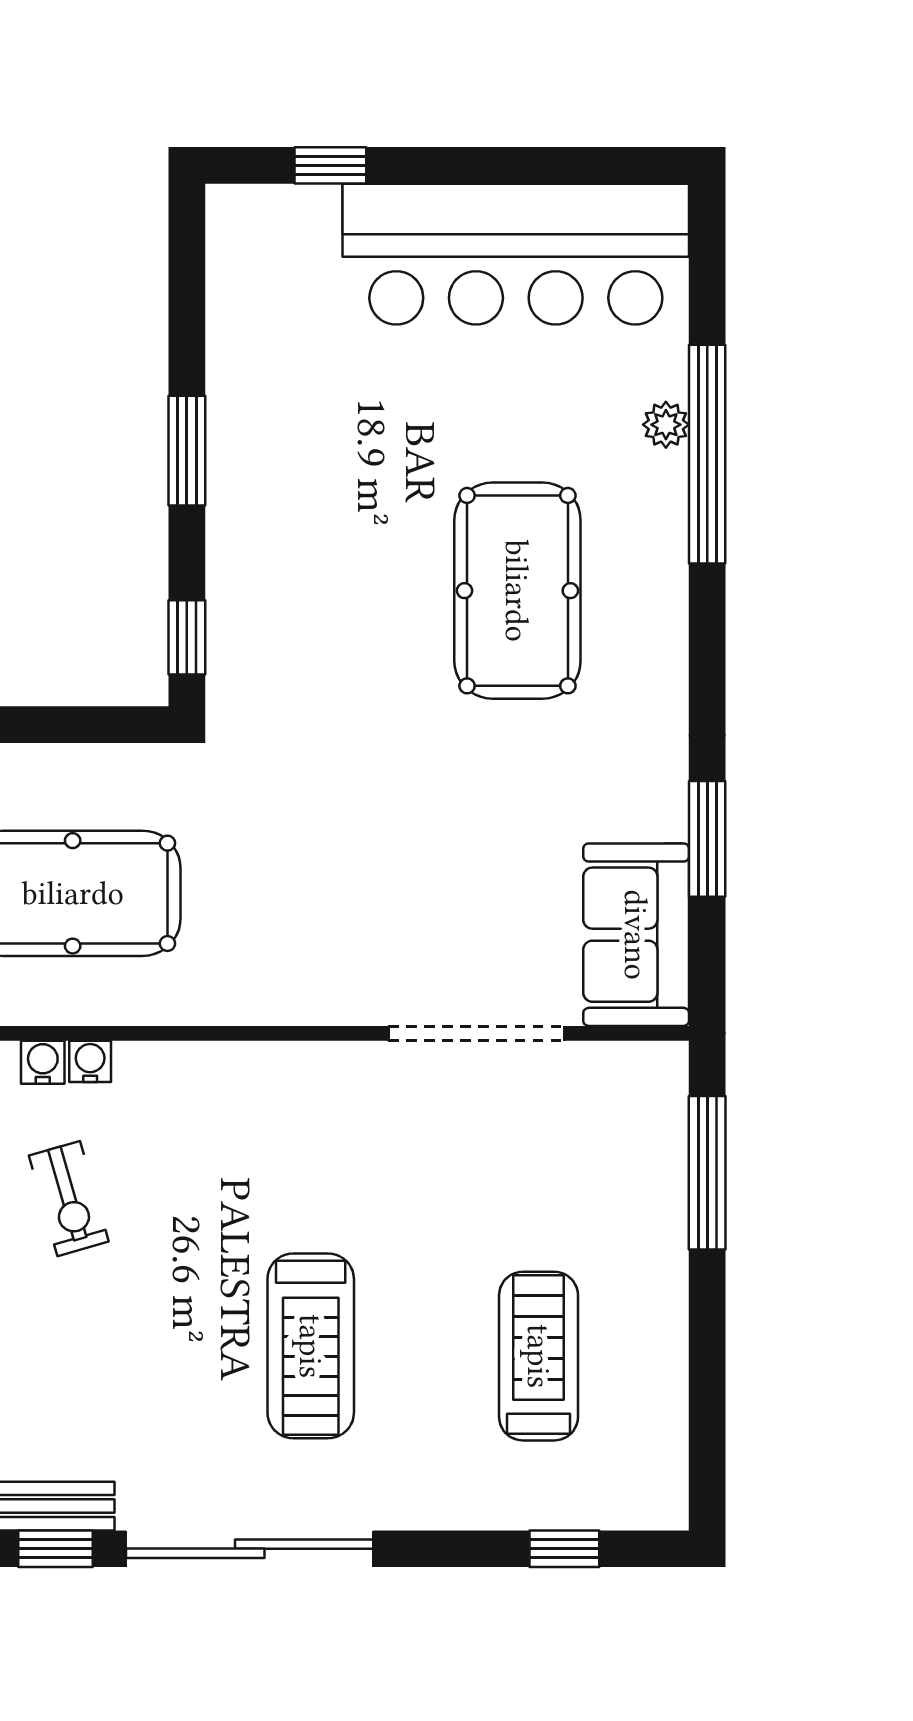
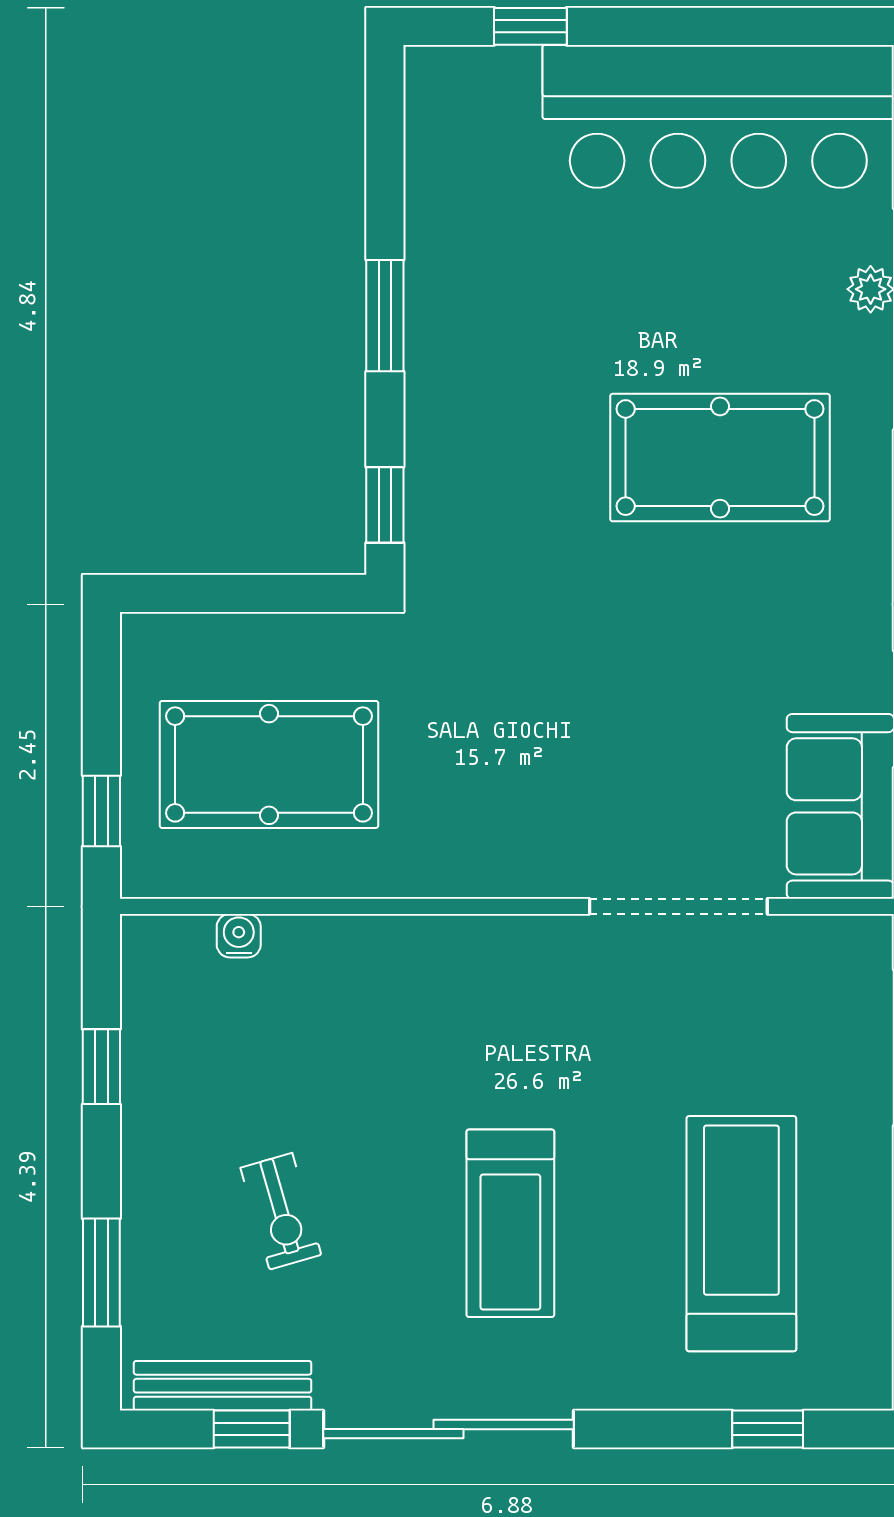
pool table: (517, 591) -> (720, 458), turned 90
water cooler: (90, 1061) -> (287, 935), removed
exercise bike: (69, 1199) -> (281, 1211), moved
treadmill: (539, 1356) -> (741, 1234), width x1.37, depth x1.38

